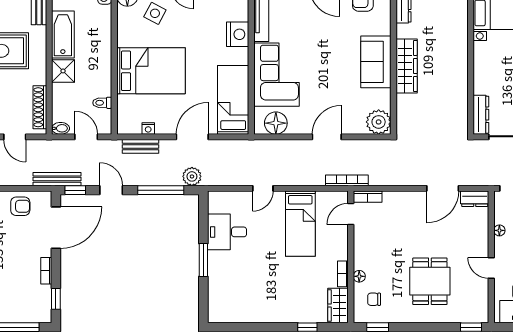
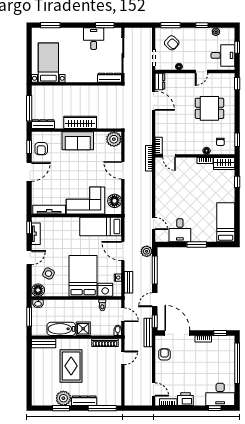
nightstand: (238, 34) -> (105, 290), moved, turned 180
door: (86, 137) -> (123, 315), swing flipped
door: (263, 188) -> (154, 223), moved
bed: (300, 224) -> (226, 222), moved, turned -90

